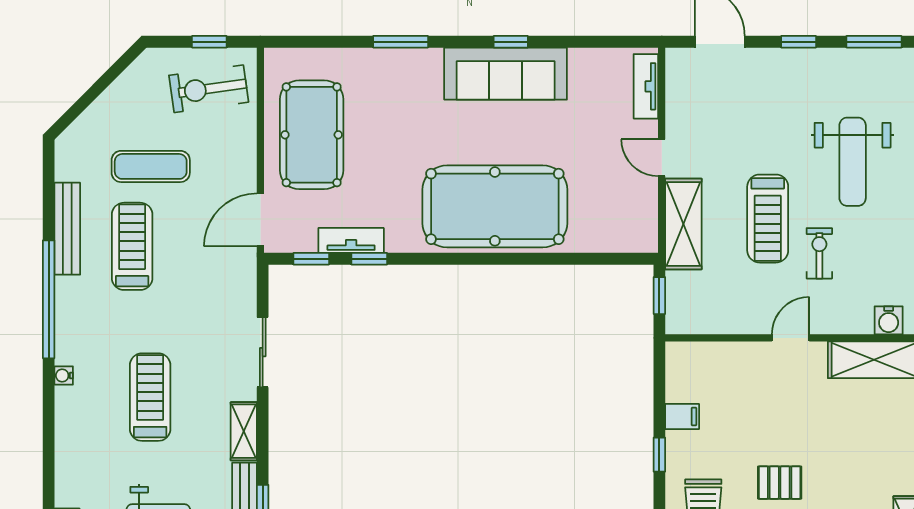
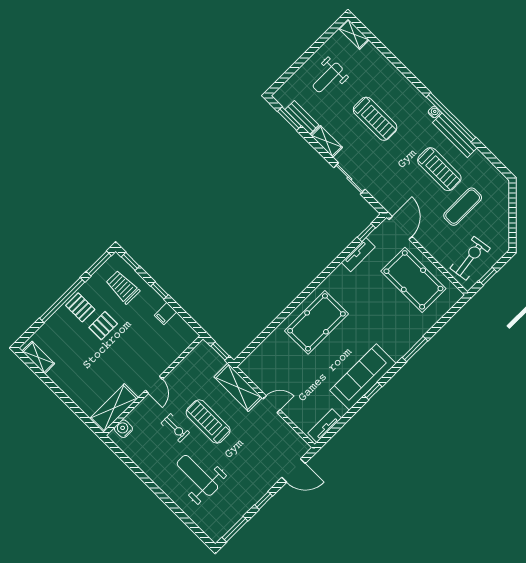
tv unit: (646, 86) -> (325, 426), moved, turned -90
pool table: (495, 206) -> (316, 322), width x0.73, depth x0.76
bench: (67, 229) -> (455, 135), moved
window: (369, 259) -> (344, 255), removed
water cooler: (64, 375) -> (434, 112), moved

